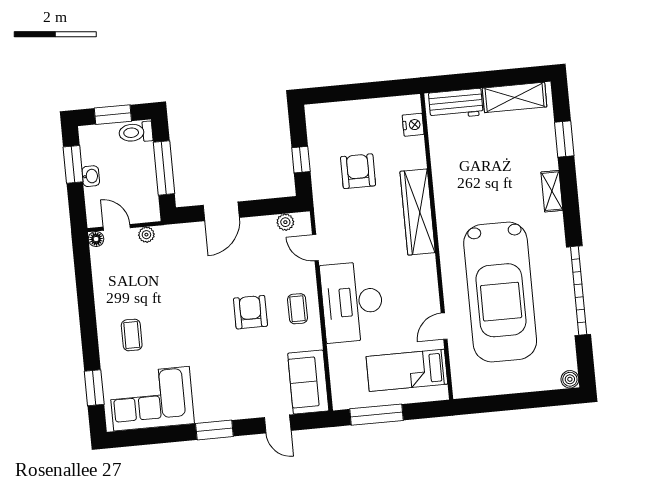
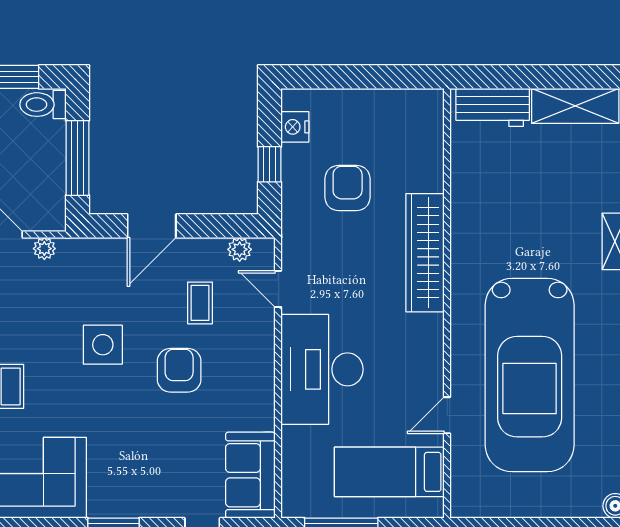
nightstand: (413, 125) -> (295, 127), moved, turned 180
side table: (194, 299) -> (103, 345), added
coffee table: (298, 309) -> (200, 303), moved

